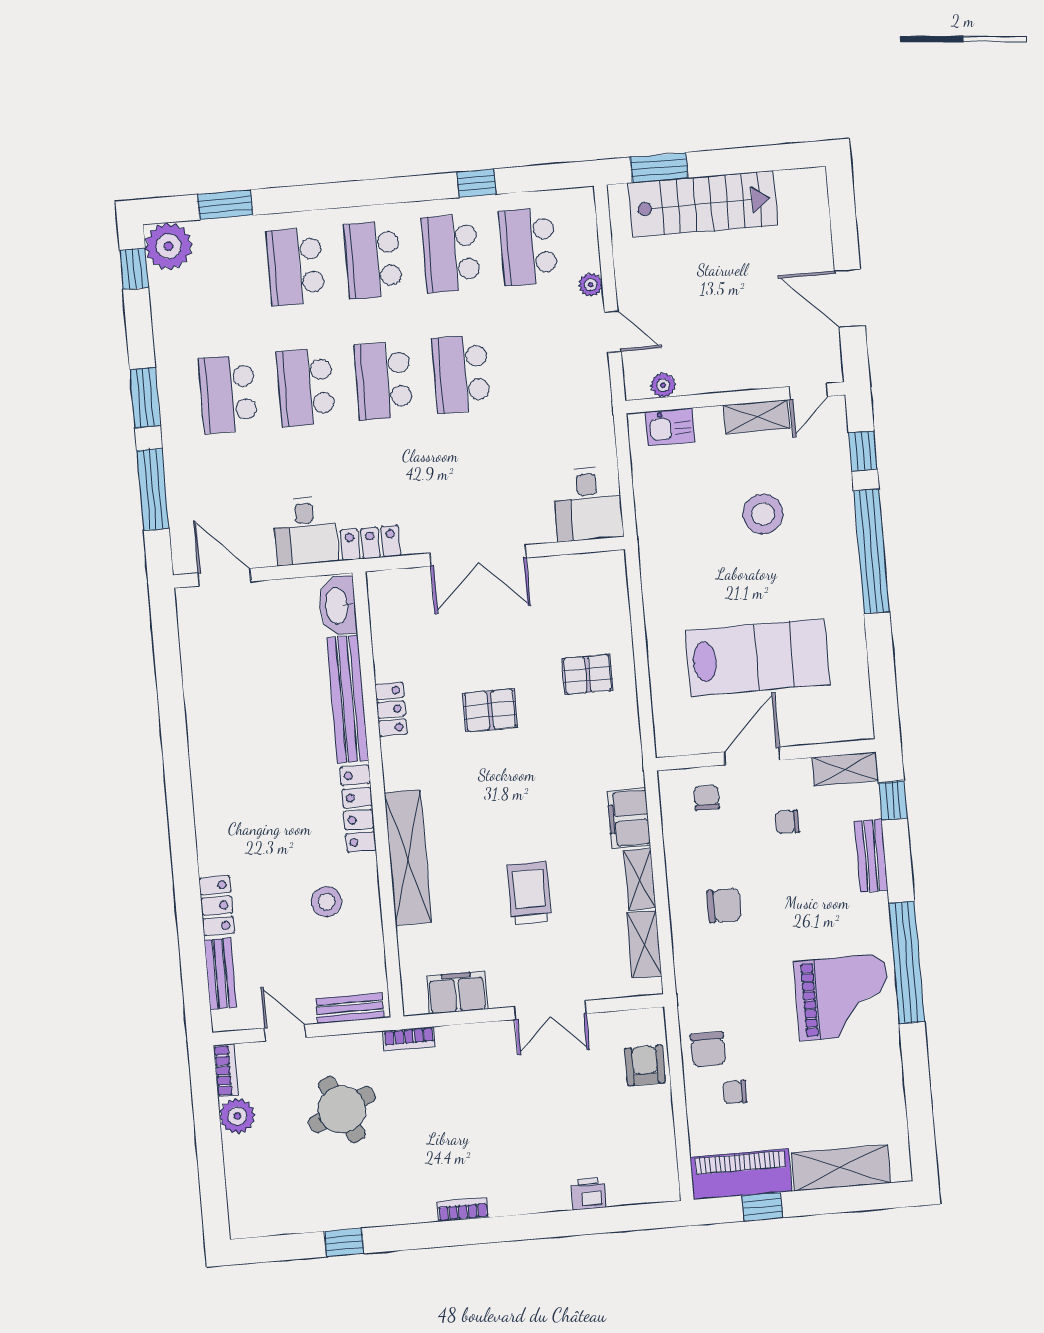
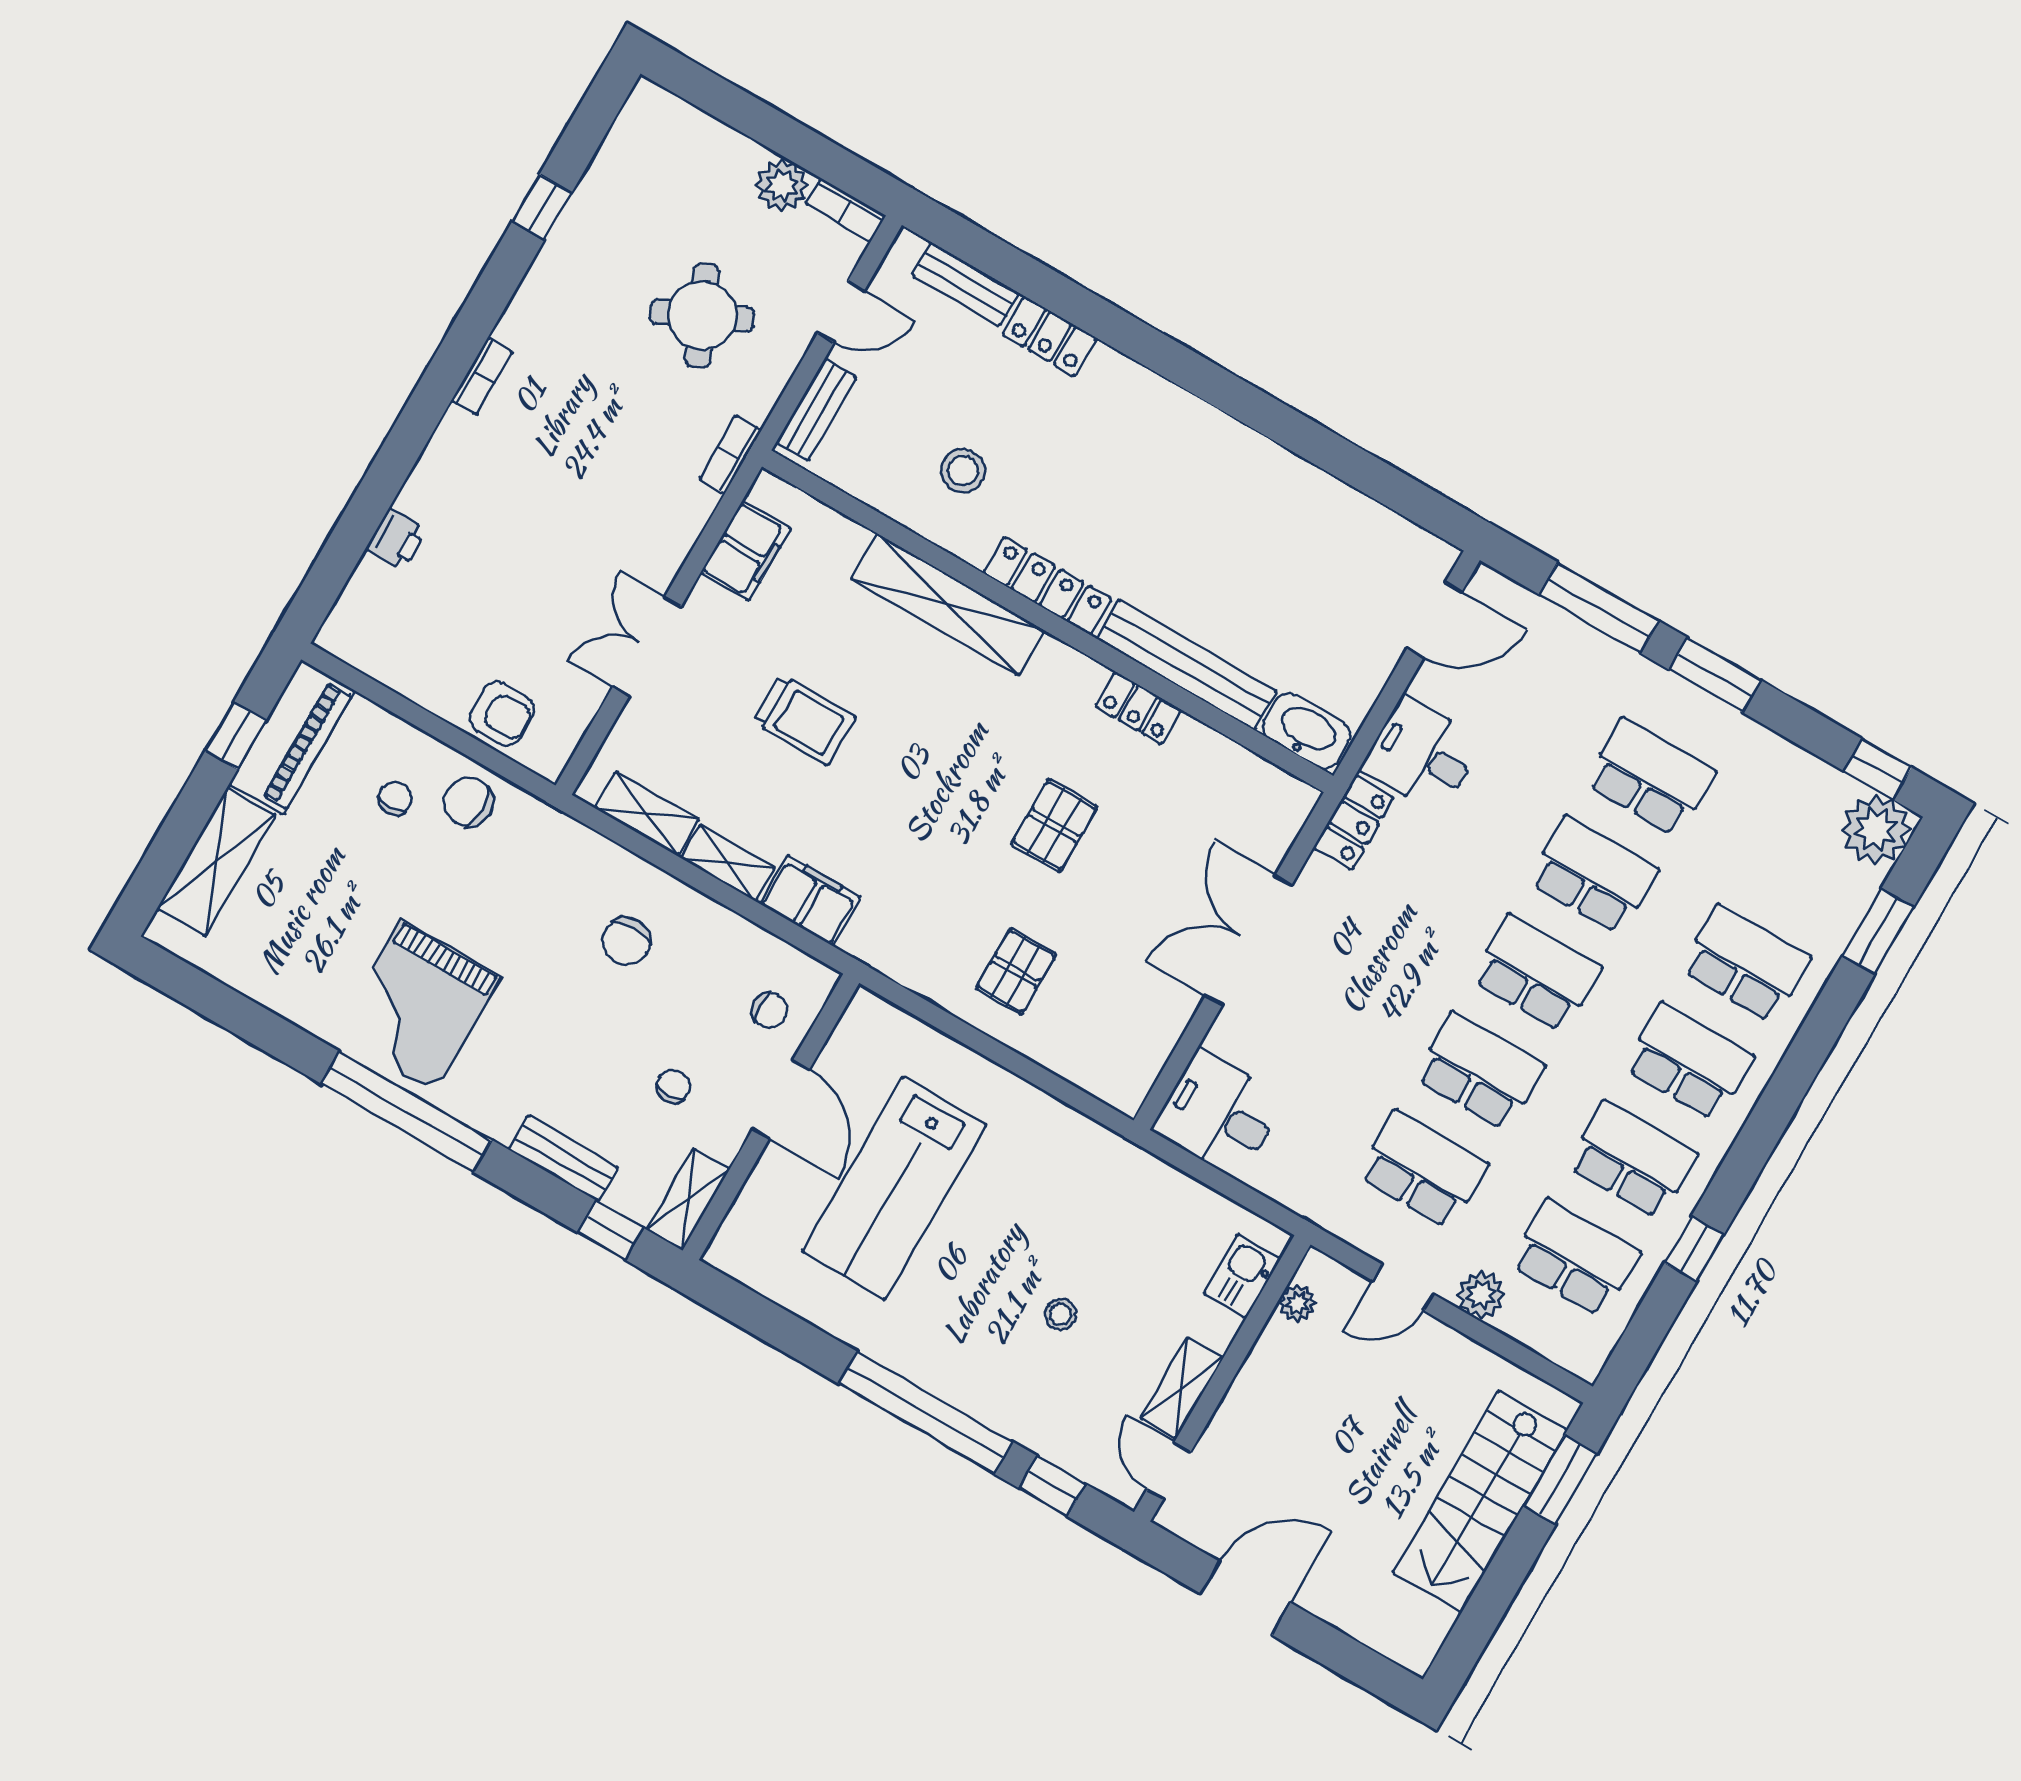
plant: (591, 285) -> (1481, 1295), width x1.38, depth x1.38
school desk: (539, 367) -> (1423, 1170), added
stool: (763, 514) -> (1061, 1314), width x0.53, depth x0.53

